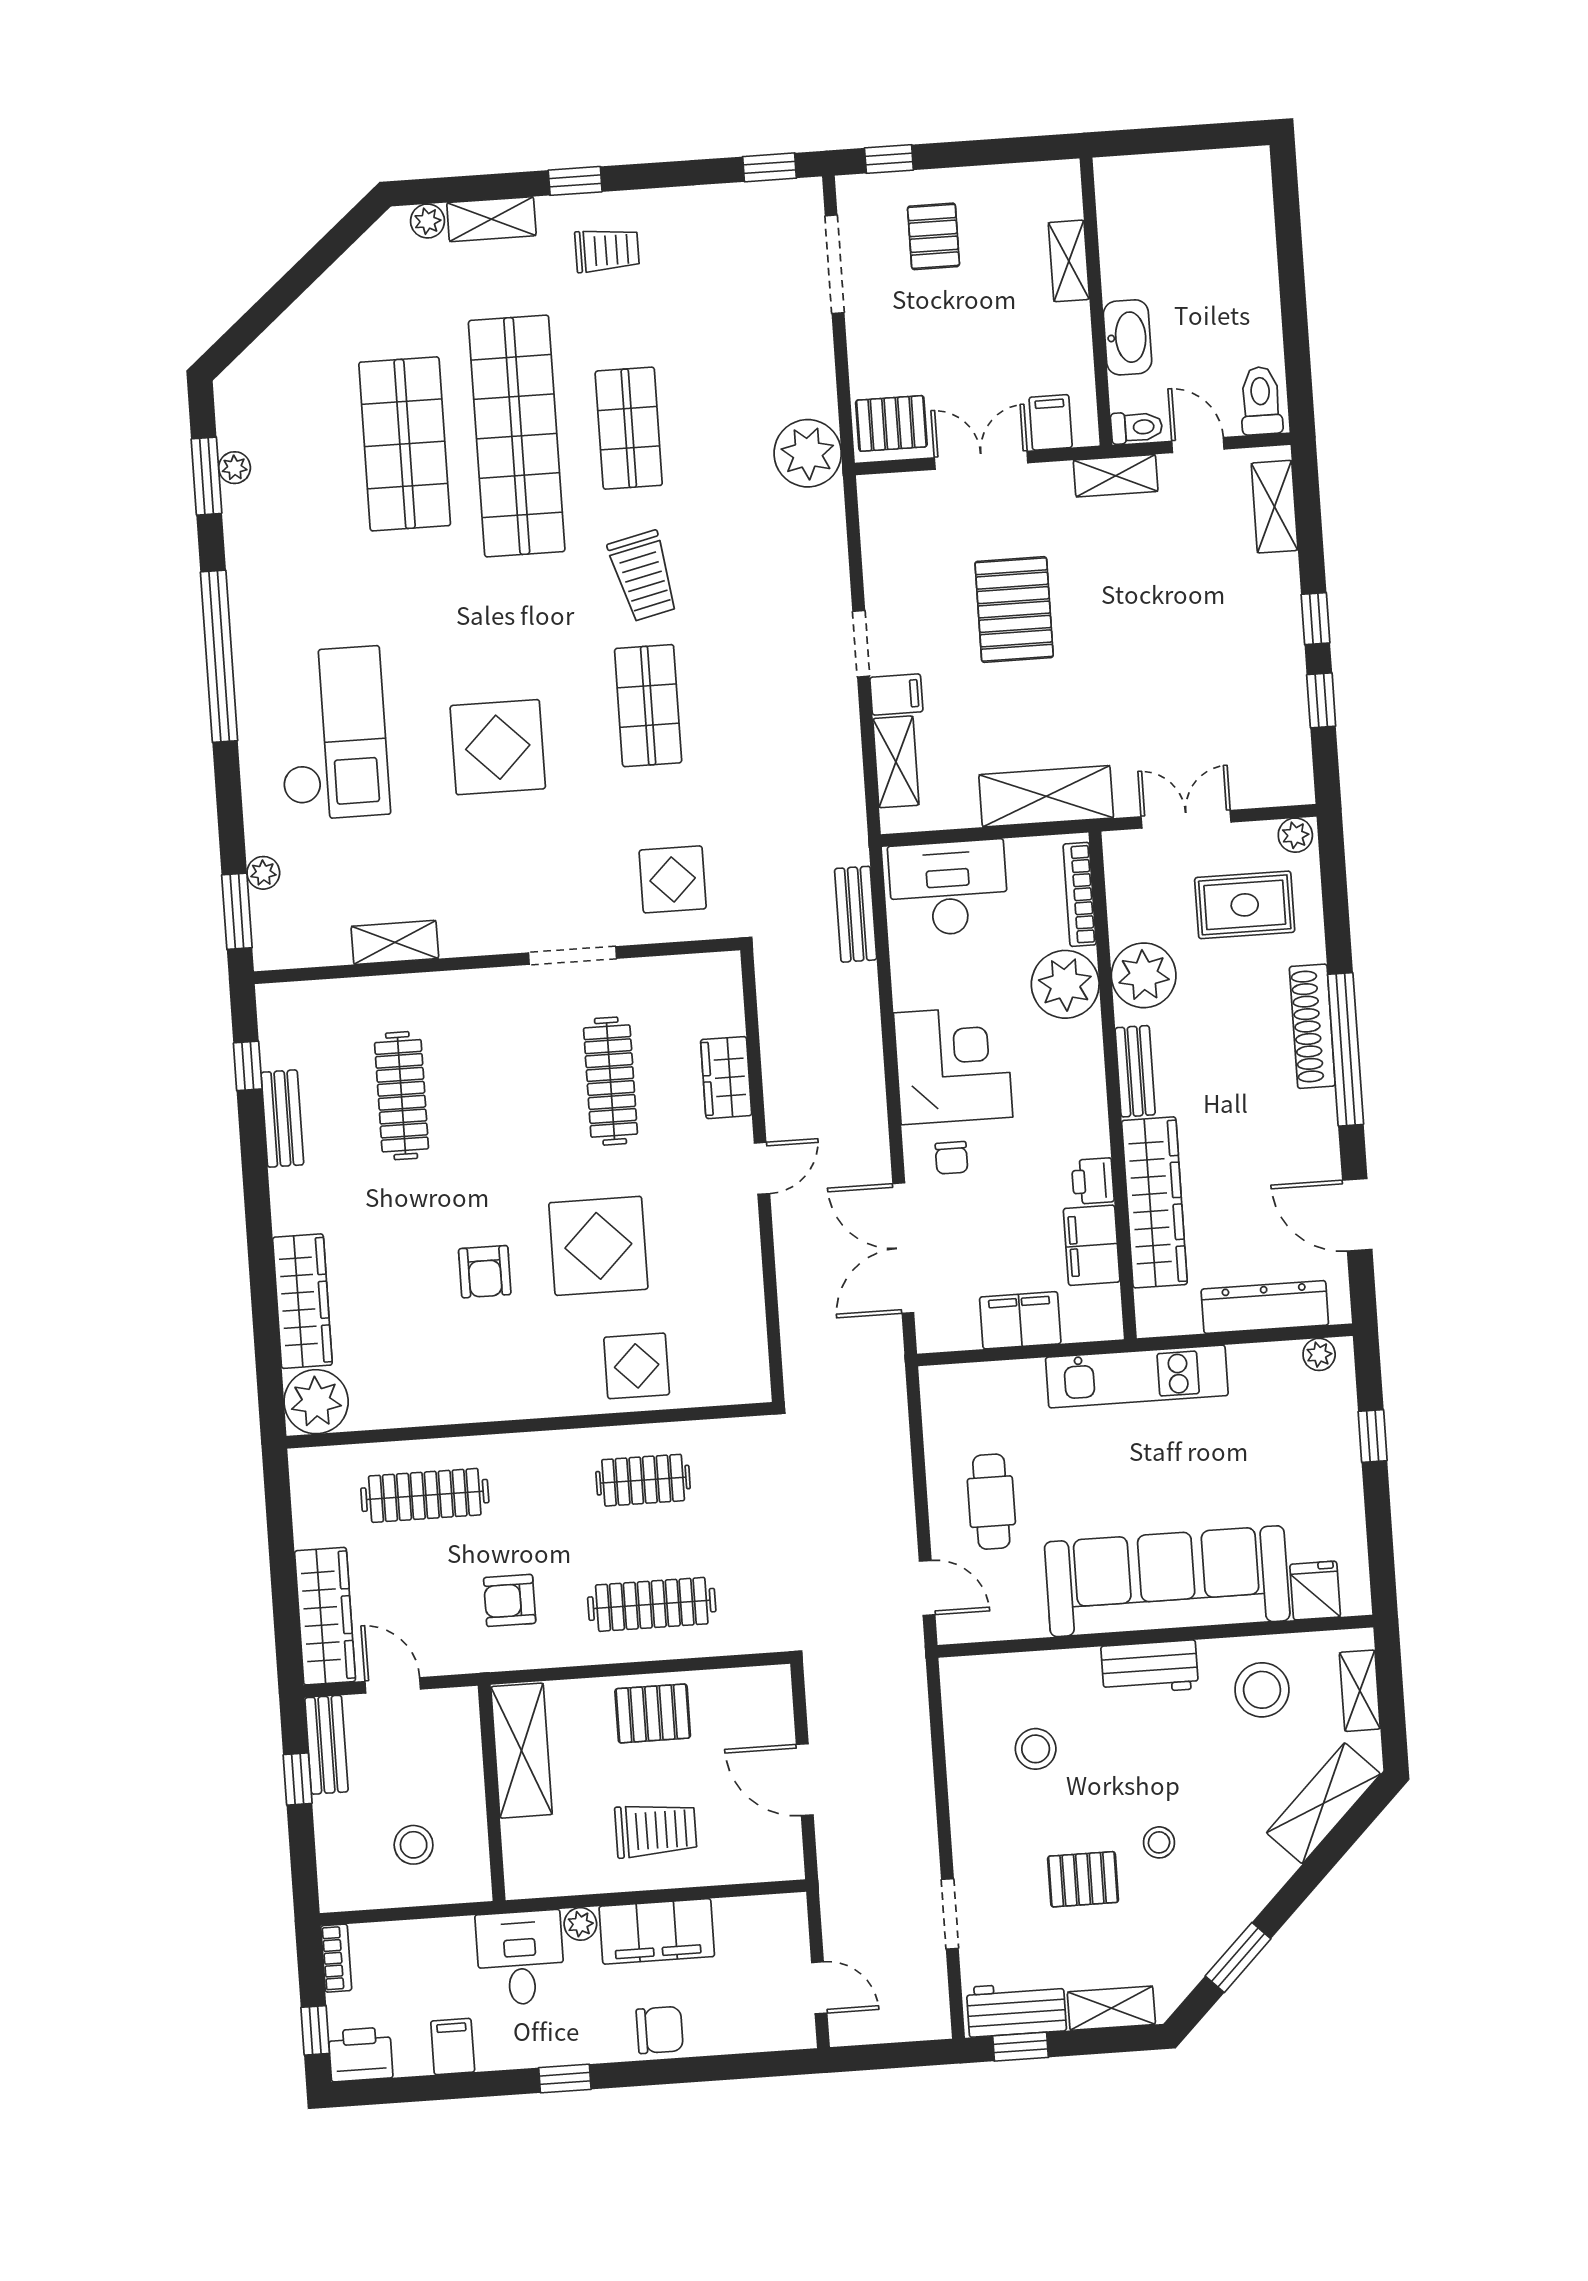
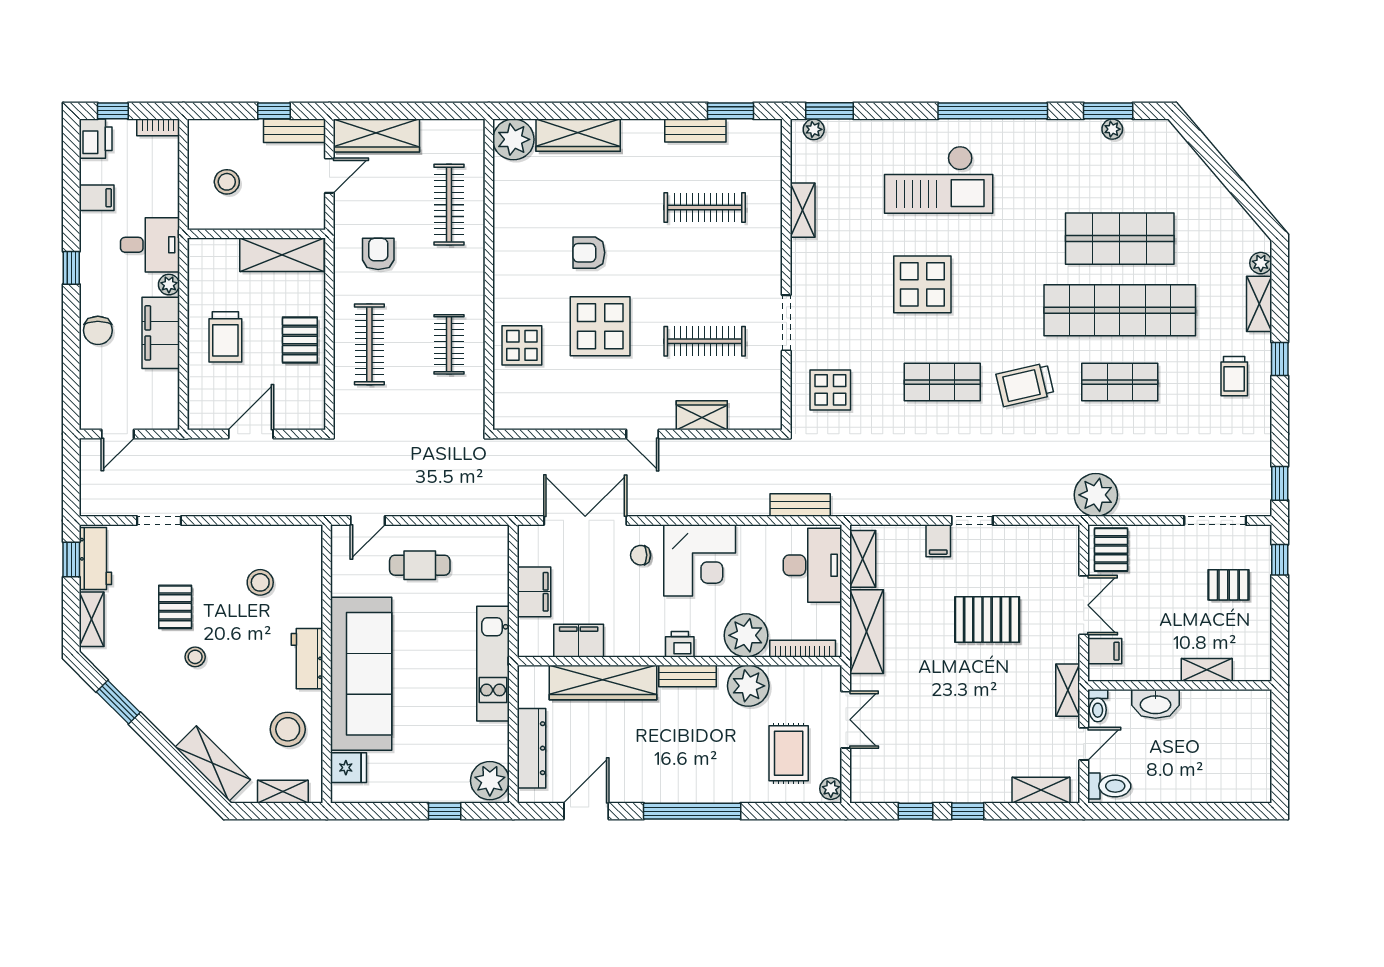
shelving: (896, 762) -> (863, 559), moved, turned 90
plant: (263, 873) -> (814, 129), moved
shoe rack: (1312, 1026) -> (708, 791), removed
window: (248, 1066) -> (730, 111), width x1.50
printer: (1093, 1181) -> (680, 644), moved
plant: (1319, 1354) -> (490, 781), width x1.87, depth x1.87

